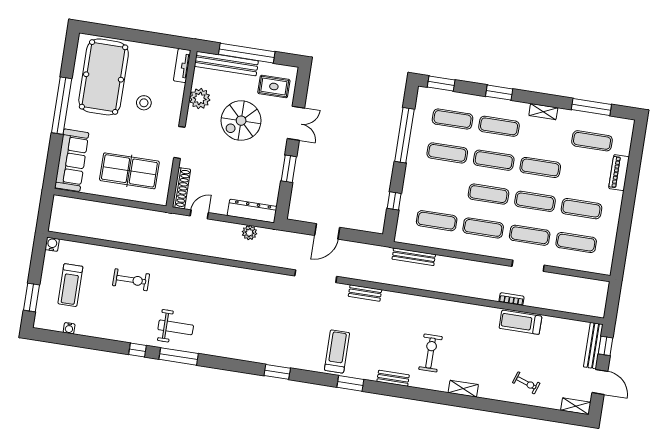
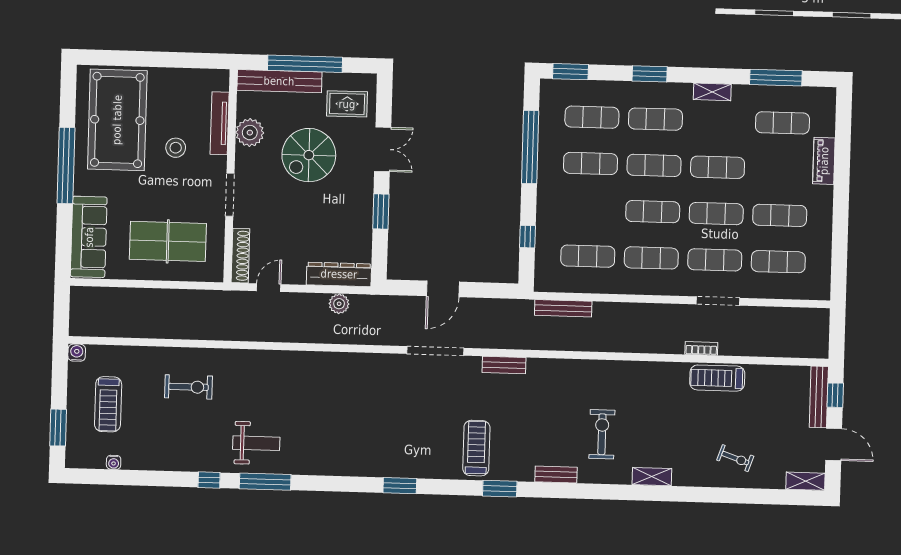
tv unit: (182, 66) -> (220, 123), moved, width x1.41

